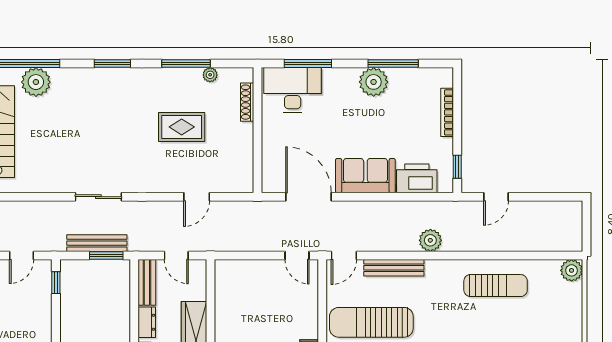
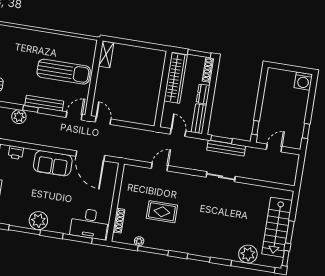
printer: (417, 178) -> (16, 153), width x0.53, depth x0.68
window: (414, 255) -> (31, 109), added

